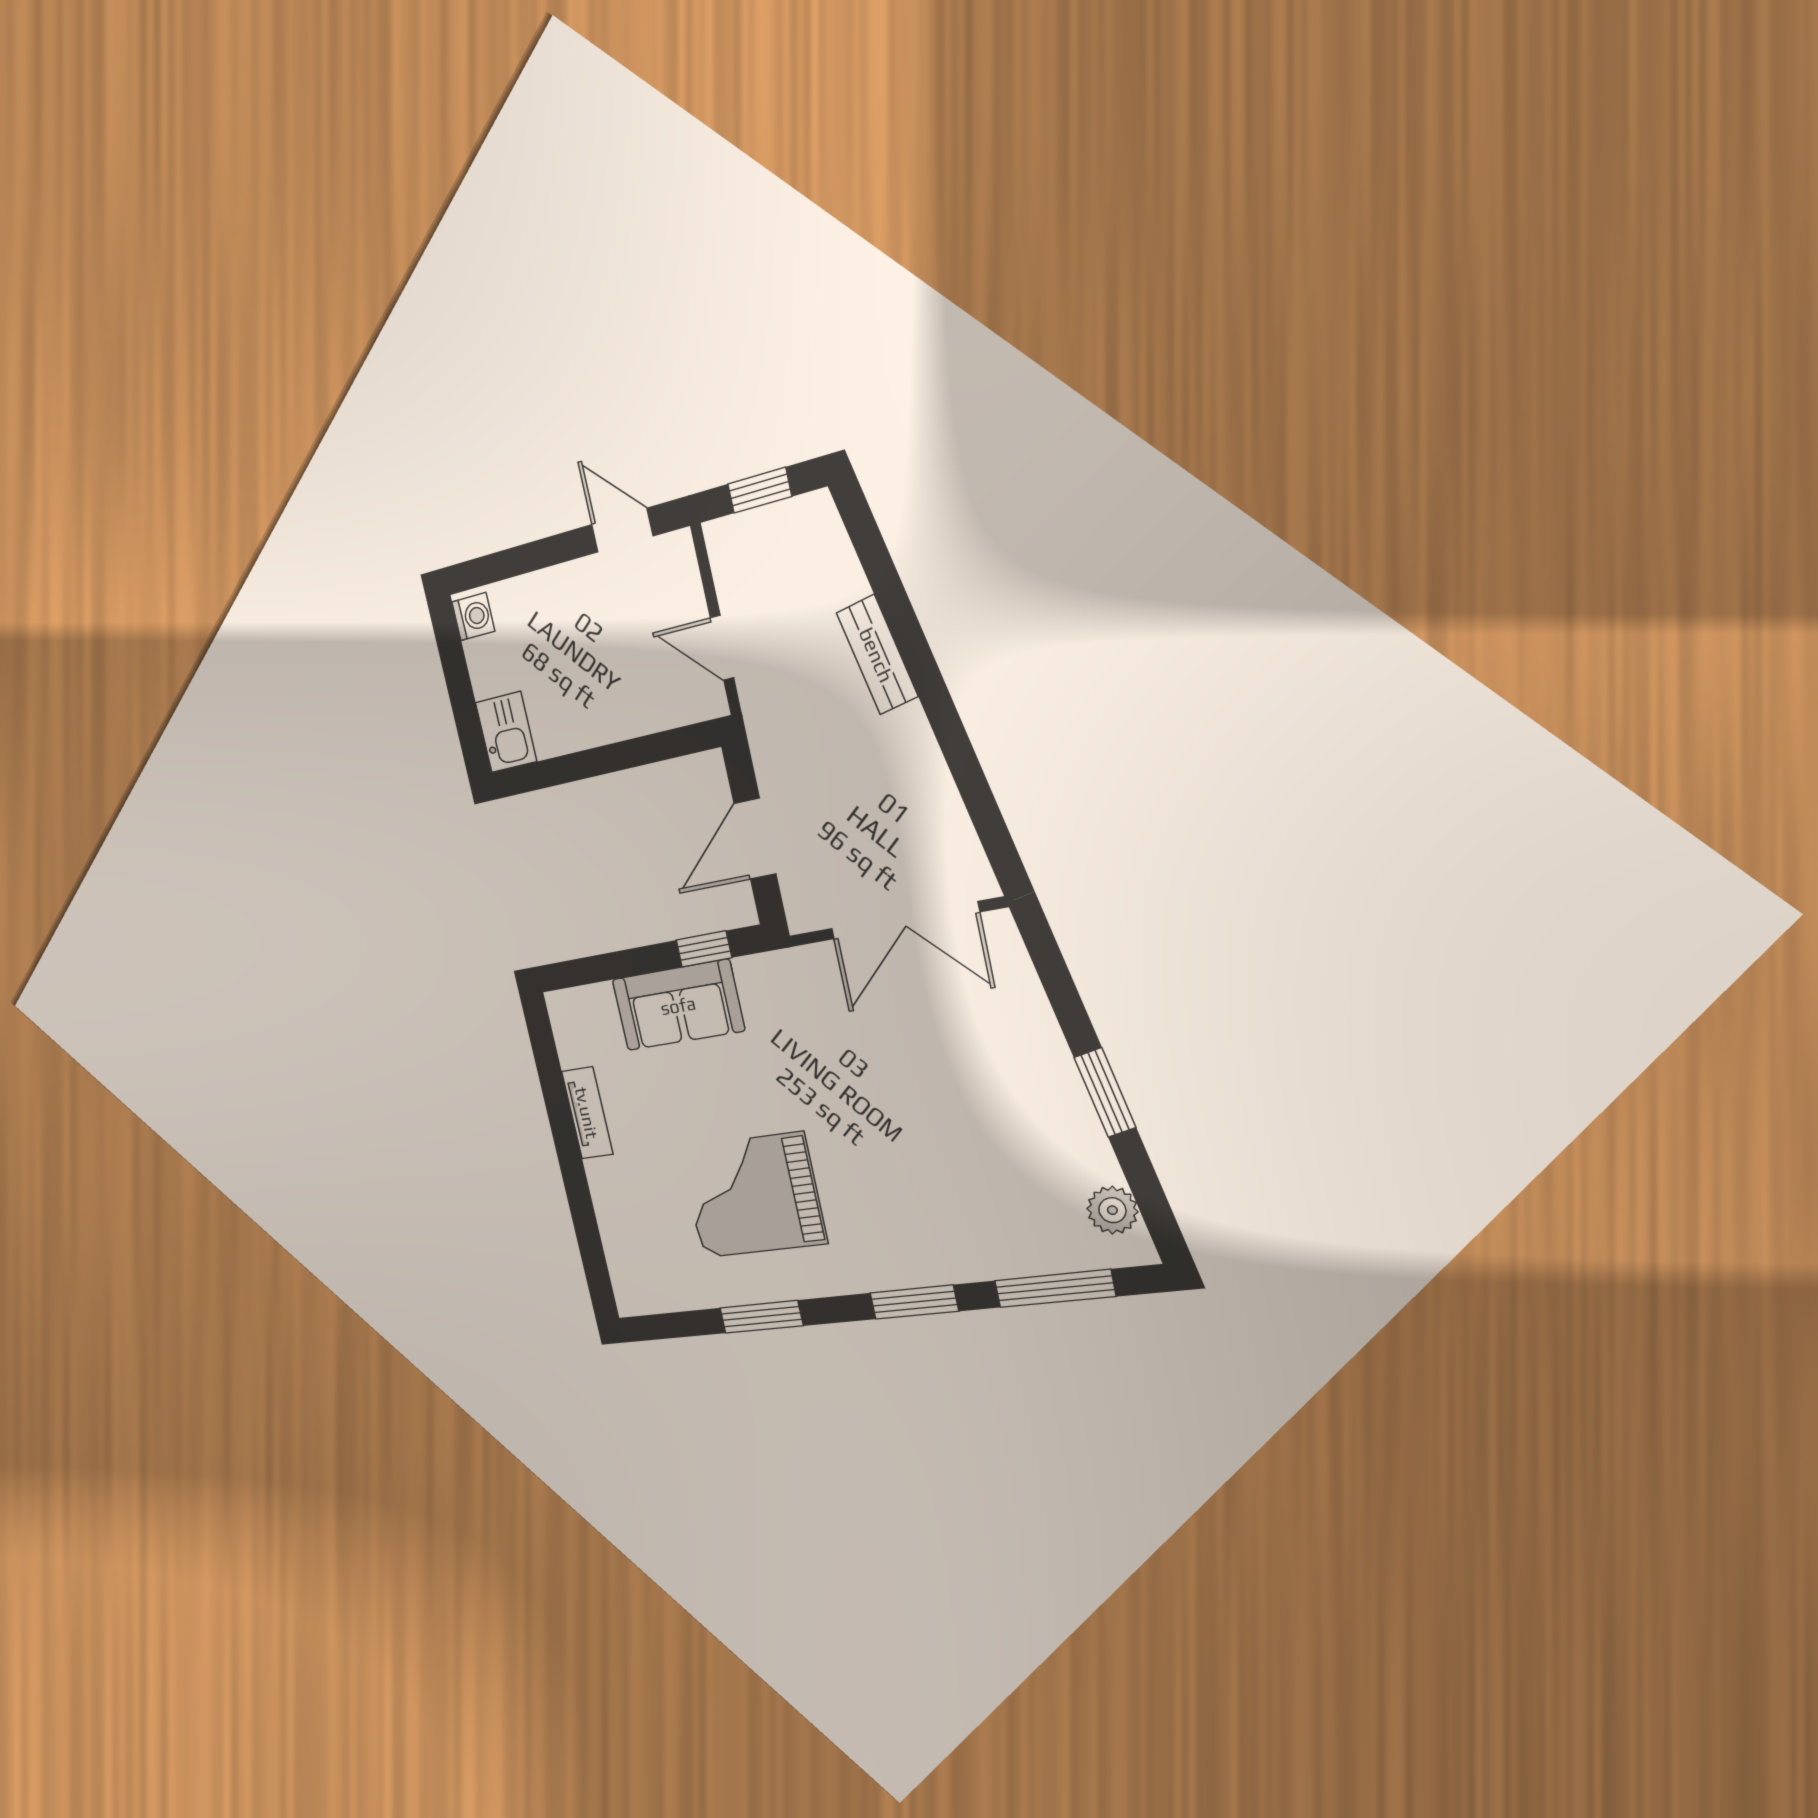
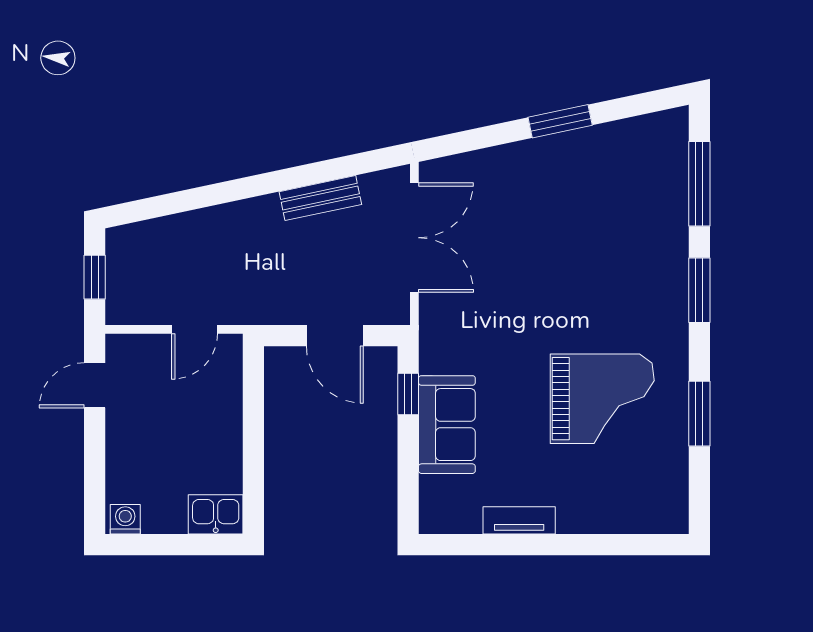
bench: (877, 655) -> (320, 198), moved
grand piano: (753, 1195) -> (602, 399), turned -90
plant: (1112, 1210) -> (646, 132), removed

